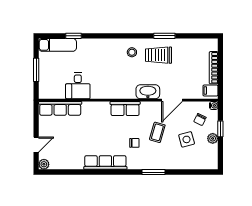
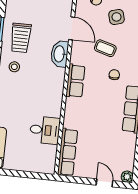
window: (36, 70) -> (22, 174), removed

